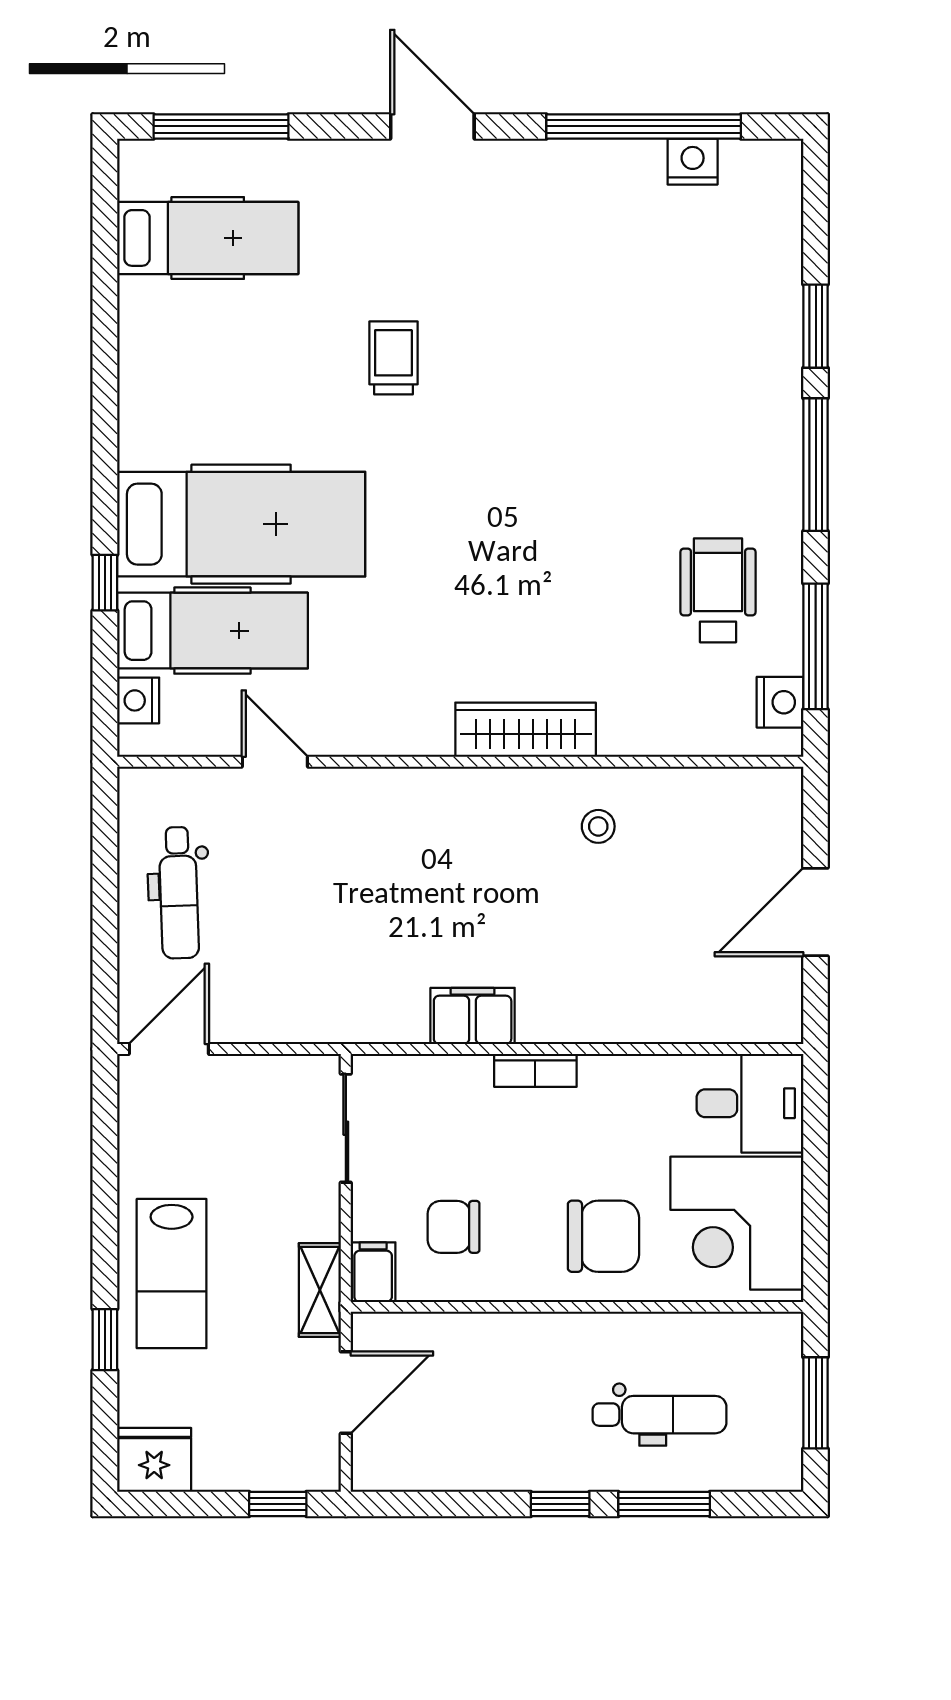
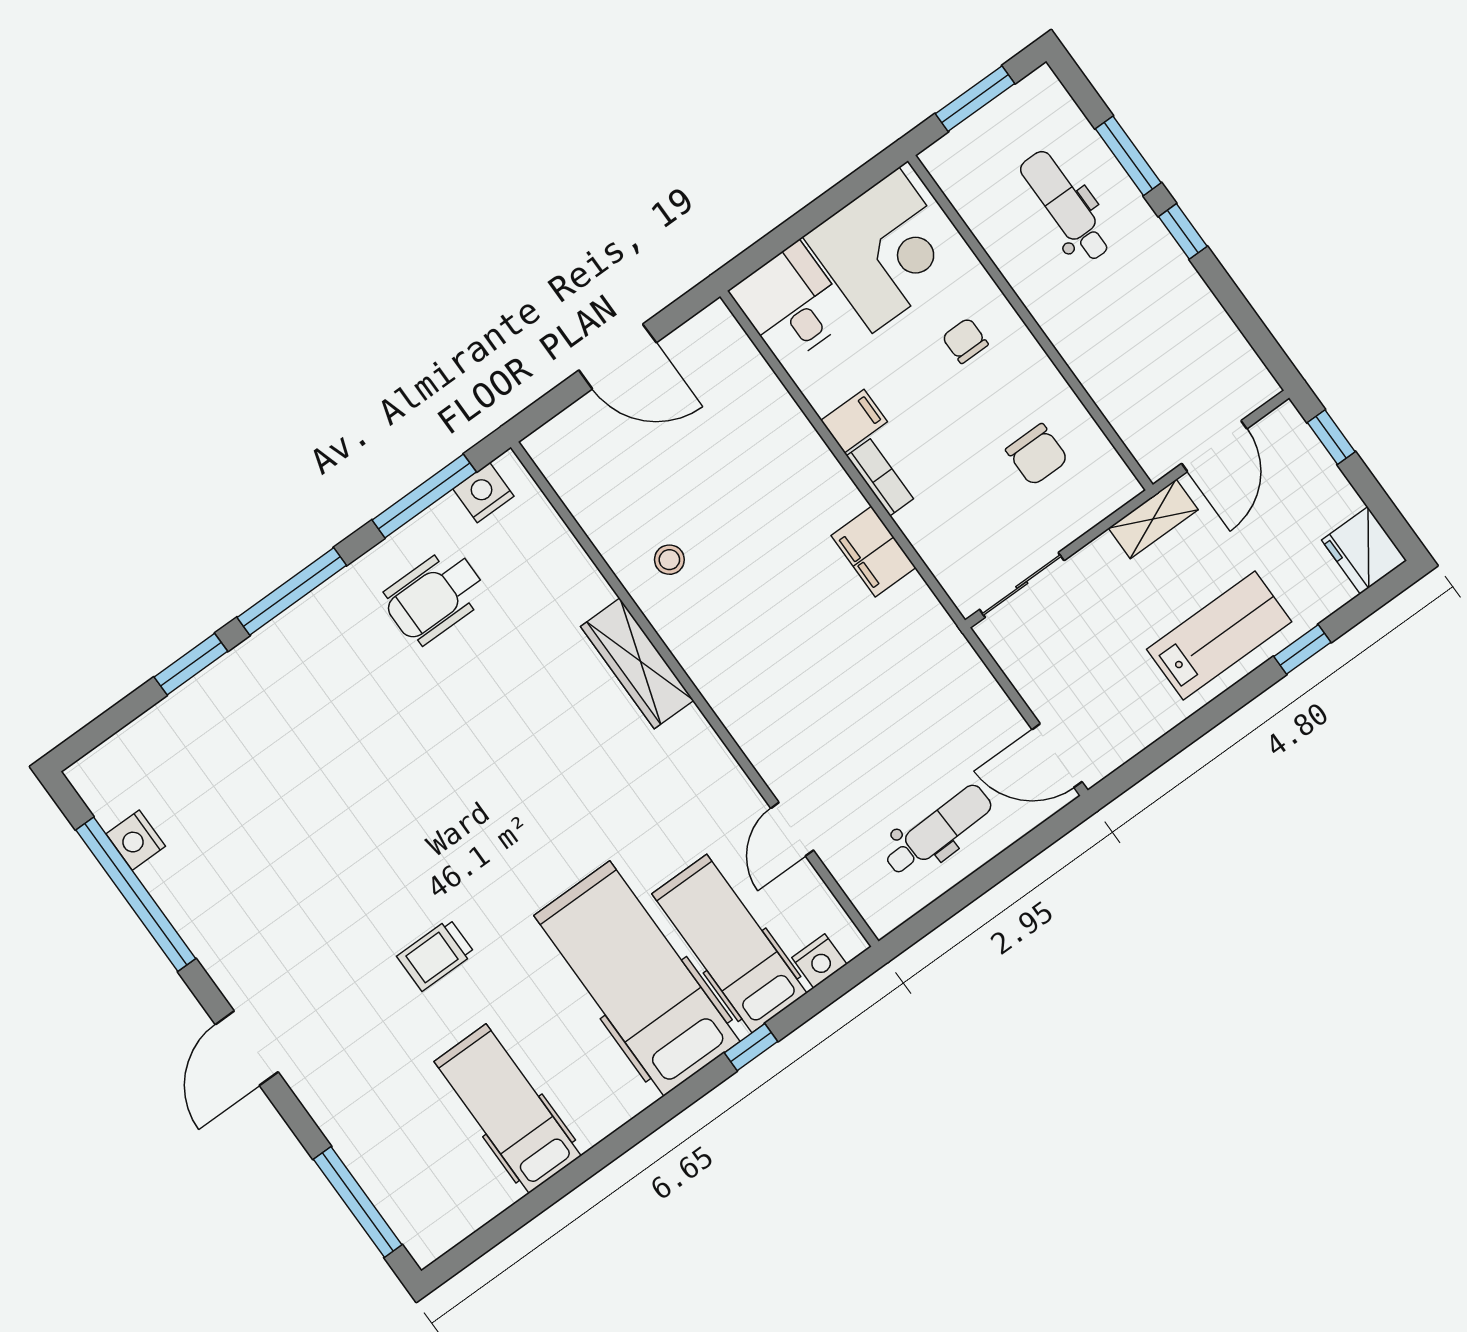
hospital bed: (208, 238) -> (508, 1109), moved
chair: (603, 1236) -> (965, 341), width x0.54, depth x0.54
filing cabinet: (373, 1272) -> (854, 421), moved, turned 180
door: (346, 1393) -> (1214, 446), swing flipped

